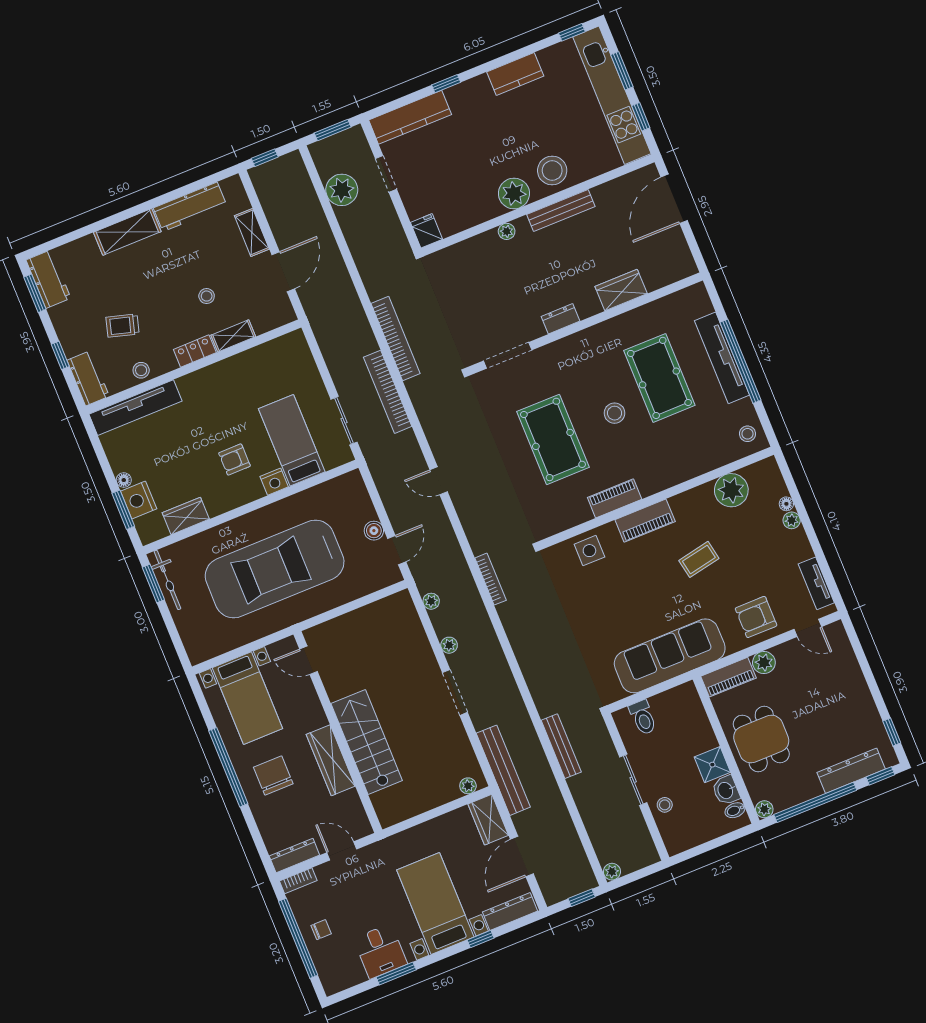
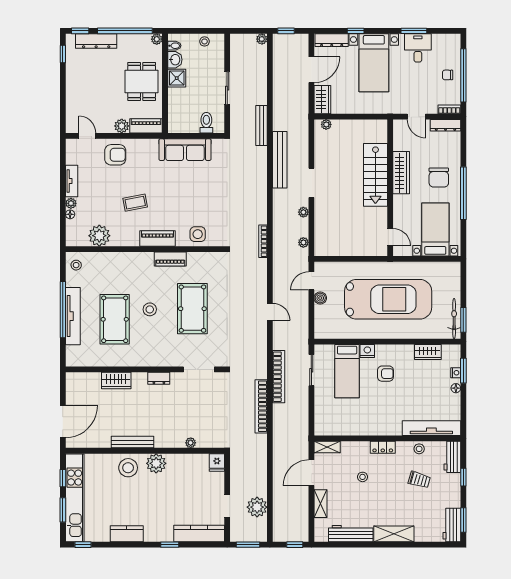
plant: (507, 231) -> (191, 443), moved
shelving: (233, 336) -> (327, 447), moved
nightstand: (139, 500) -> (456, 373), width x0.53, depth x0.56
tv unit: (816, 583) -> (72, 181), moved
sofa: (670, 656) -> (185, 150), width x0.74, depth x0.79
bench: (503, 770) -> (280, 160), moved
stool: (665, 805) -> (205, 41), moved

